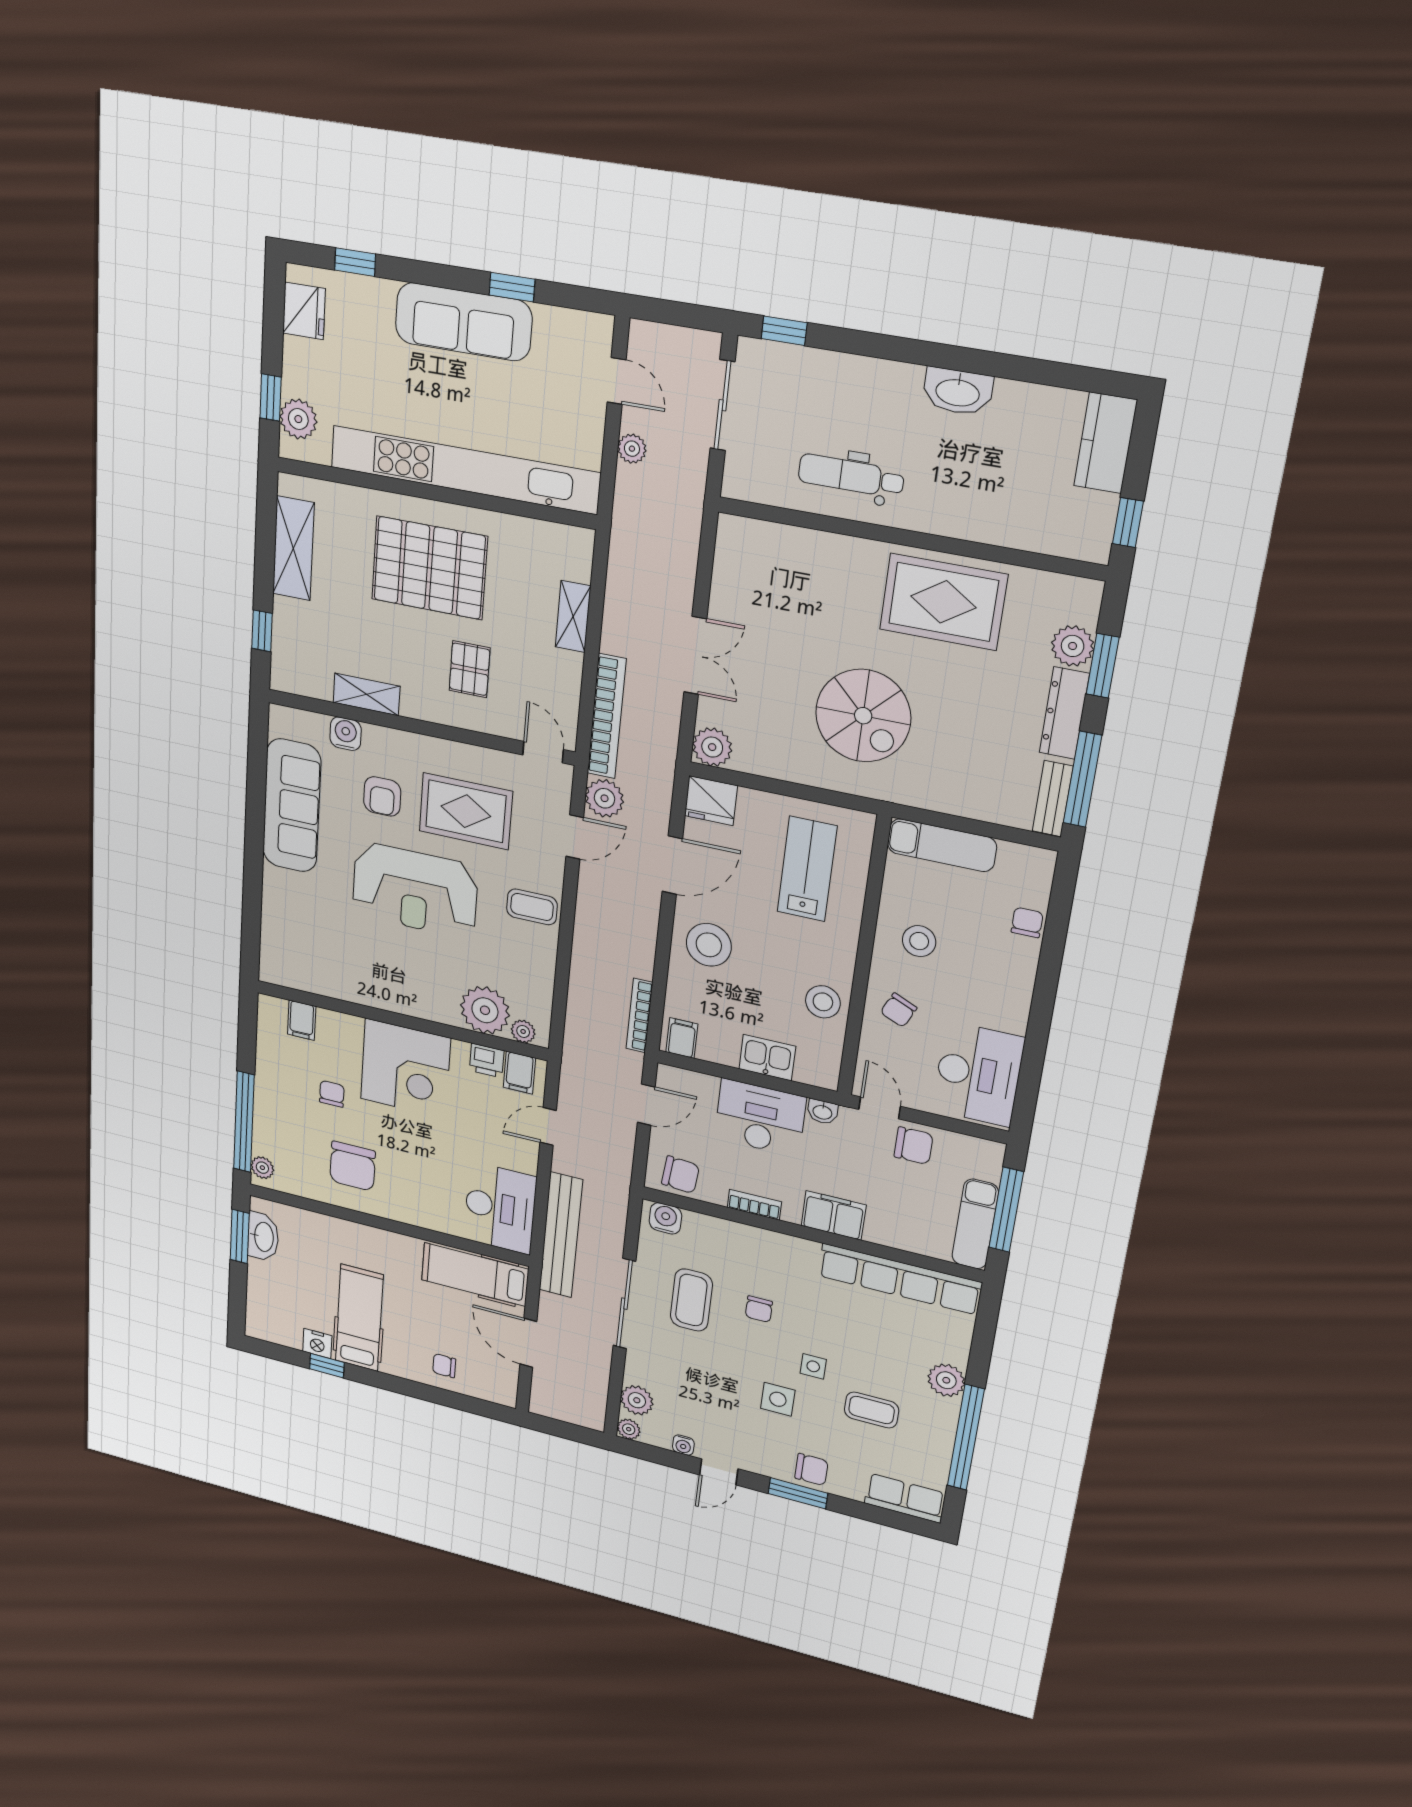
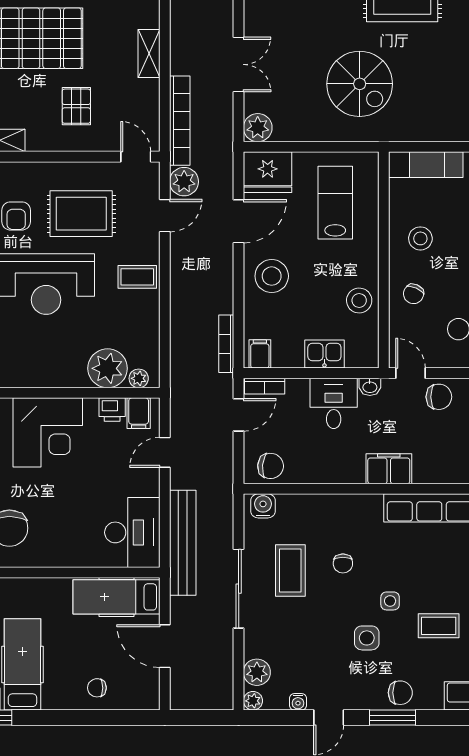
fridge: (711, 801) -> (268, 172), width x1.36, depth x1.34
desk: (760, 1118) -> (334, 403), width x0.73
bookcase: (754, 1205) -> (265, 386), moved, turned 180

